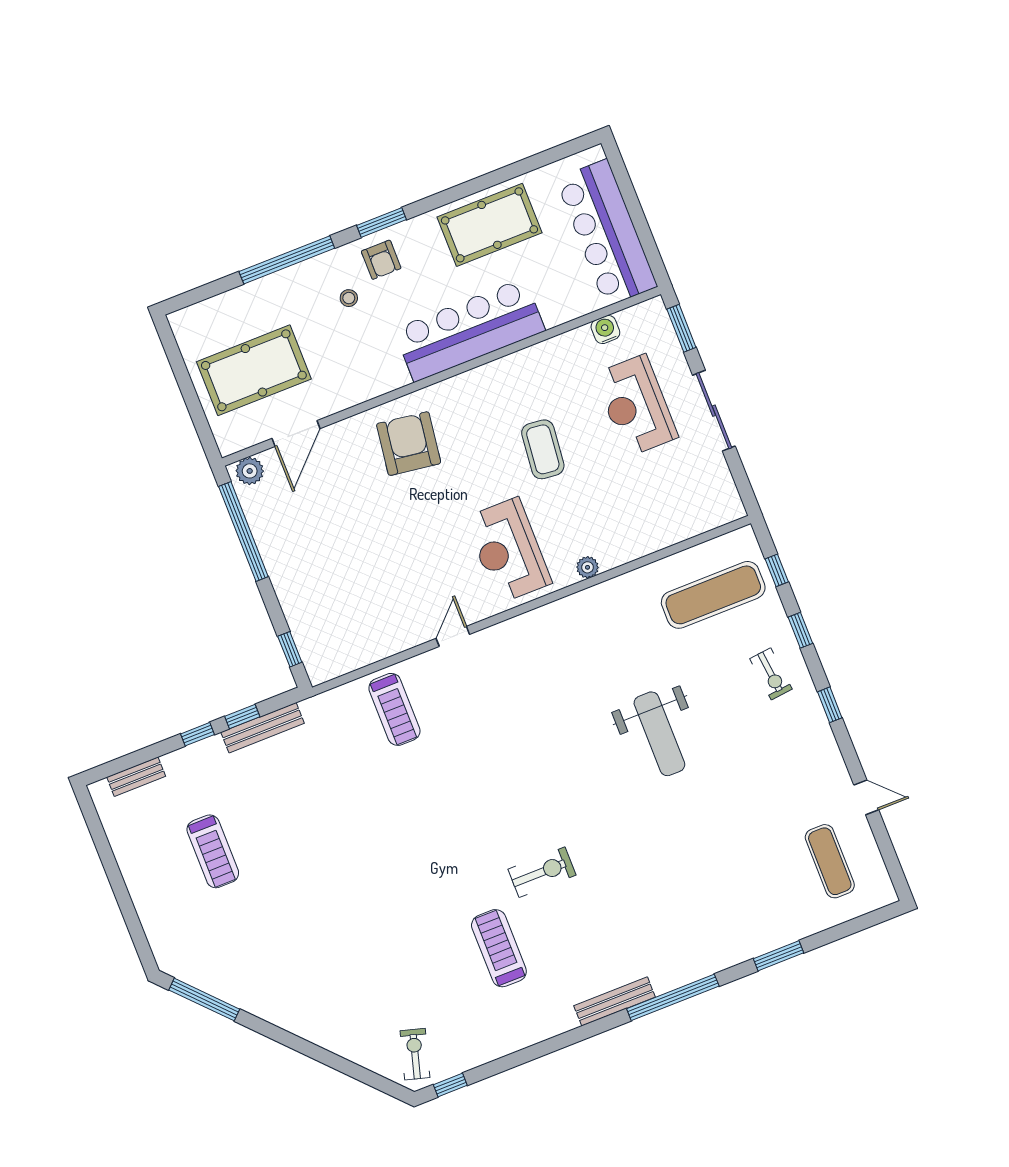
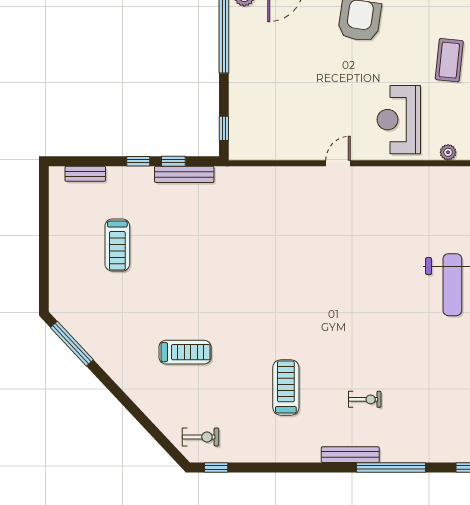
treadmill: (394, 709) -> (185, 352), moved, turned -90
exercise bike: (542, 872) -> (365, 399), moved, width x0.73, depth x0.72
exercise bike: (415, 1054) -> (200, 437), turned 74

